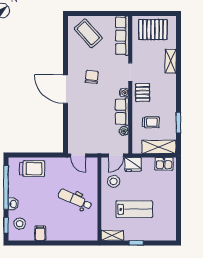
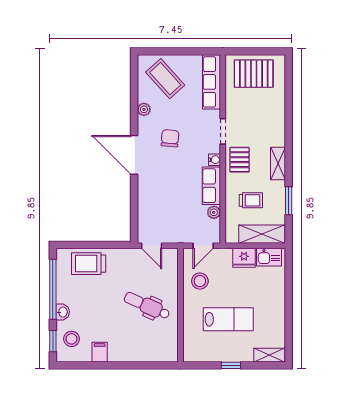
plant: (73, 56) -> (144, 109), added
shelving: (171, 61) -> (278, 164), moved
fridge: (133, 164) -> (244, 258), moved
trolley: (32, 169) -> (89, 264), turned 180
shelving: (112, 235) -> (269, 355), moved

